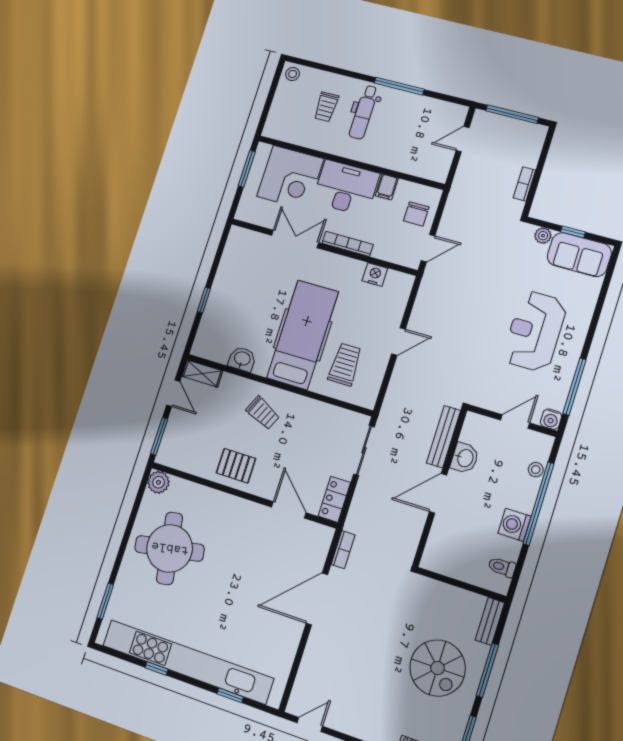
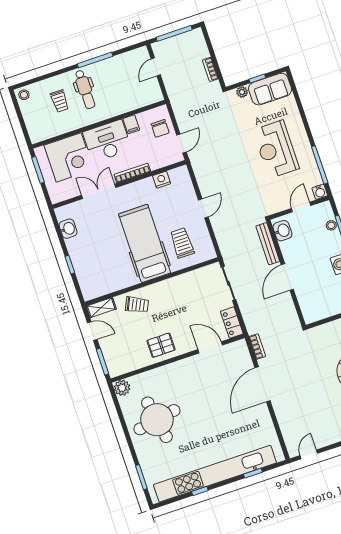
washbasin: (242, 359) -> (68, 229), moved, turned 90
trolley: (263, 413) -> (137, 305), moved
washbasin: (465, 458) -> (282, 231), moved

